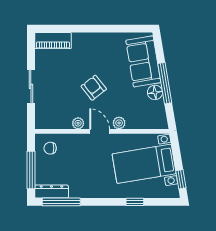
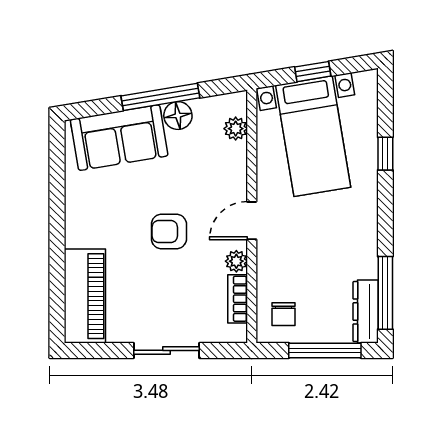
piano: (53, 41) -> (85, 296), width x1.37, depth x1.33
armchair: (94, 88) -> (169, 232), turned 38
plant: (119, 123) -> (236, 129), moved
bookcase: (58, 124) -> (238, 299), added
window: (181, 179) -> (313, 72), moved

